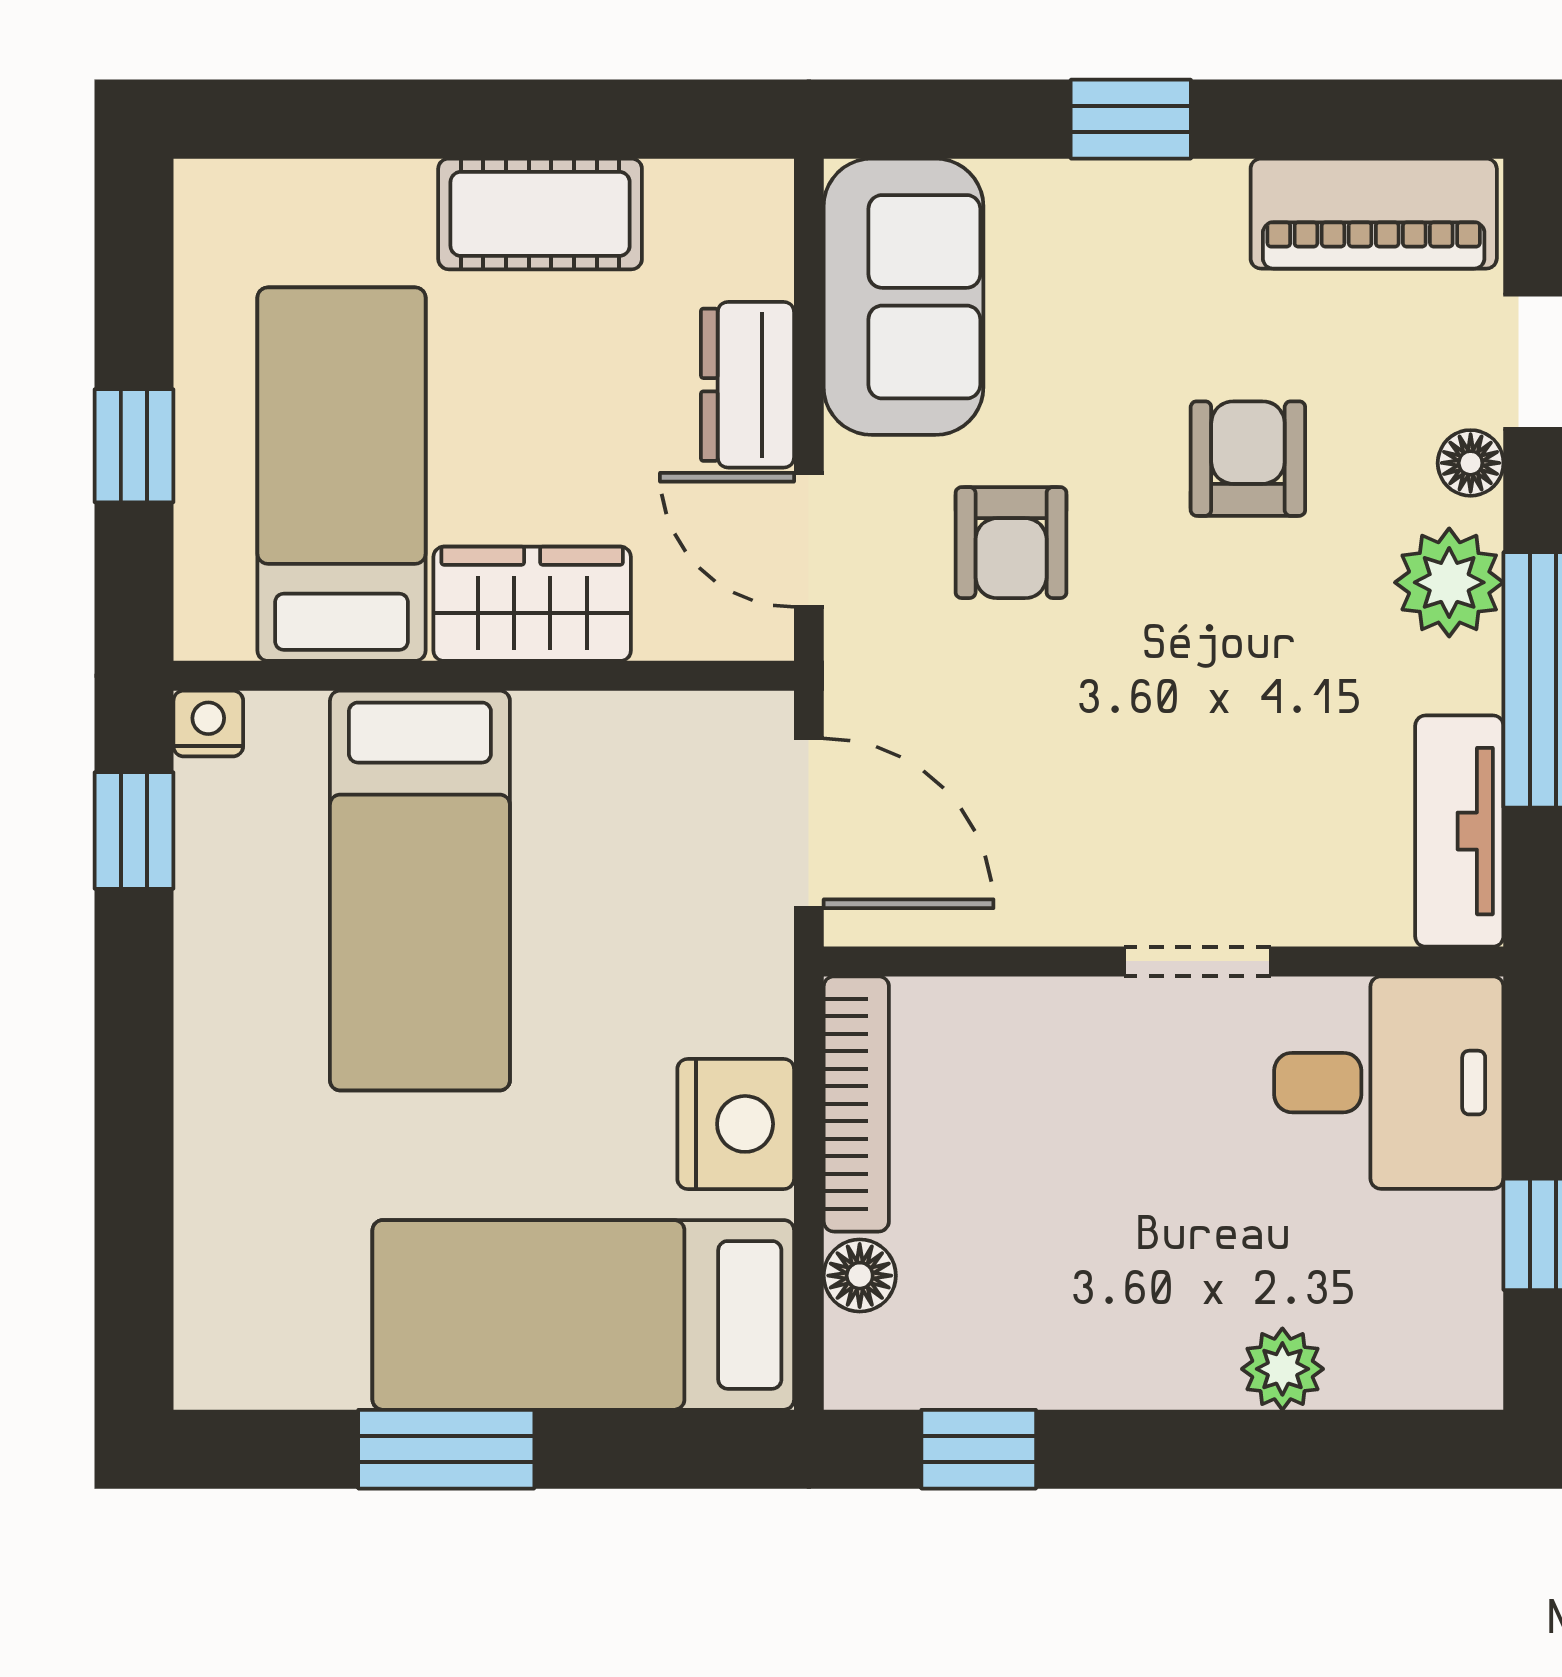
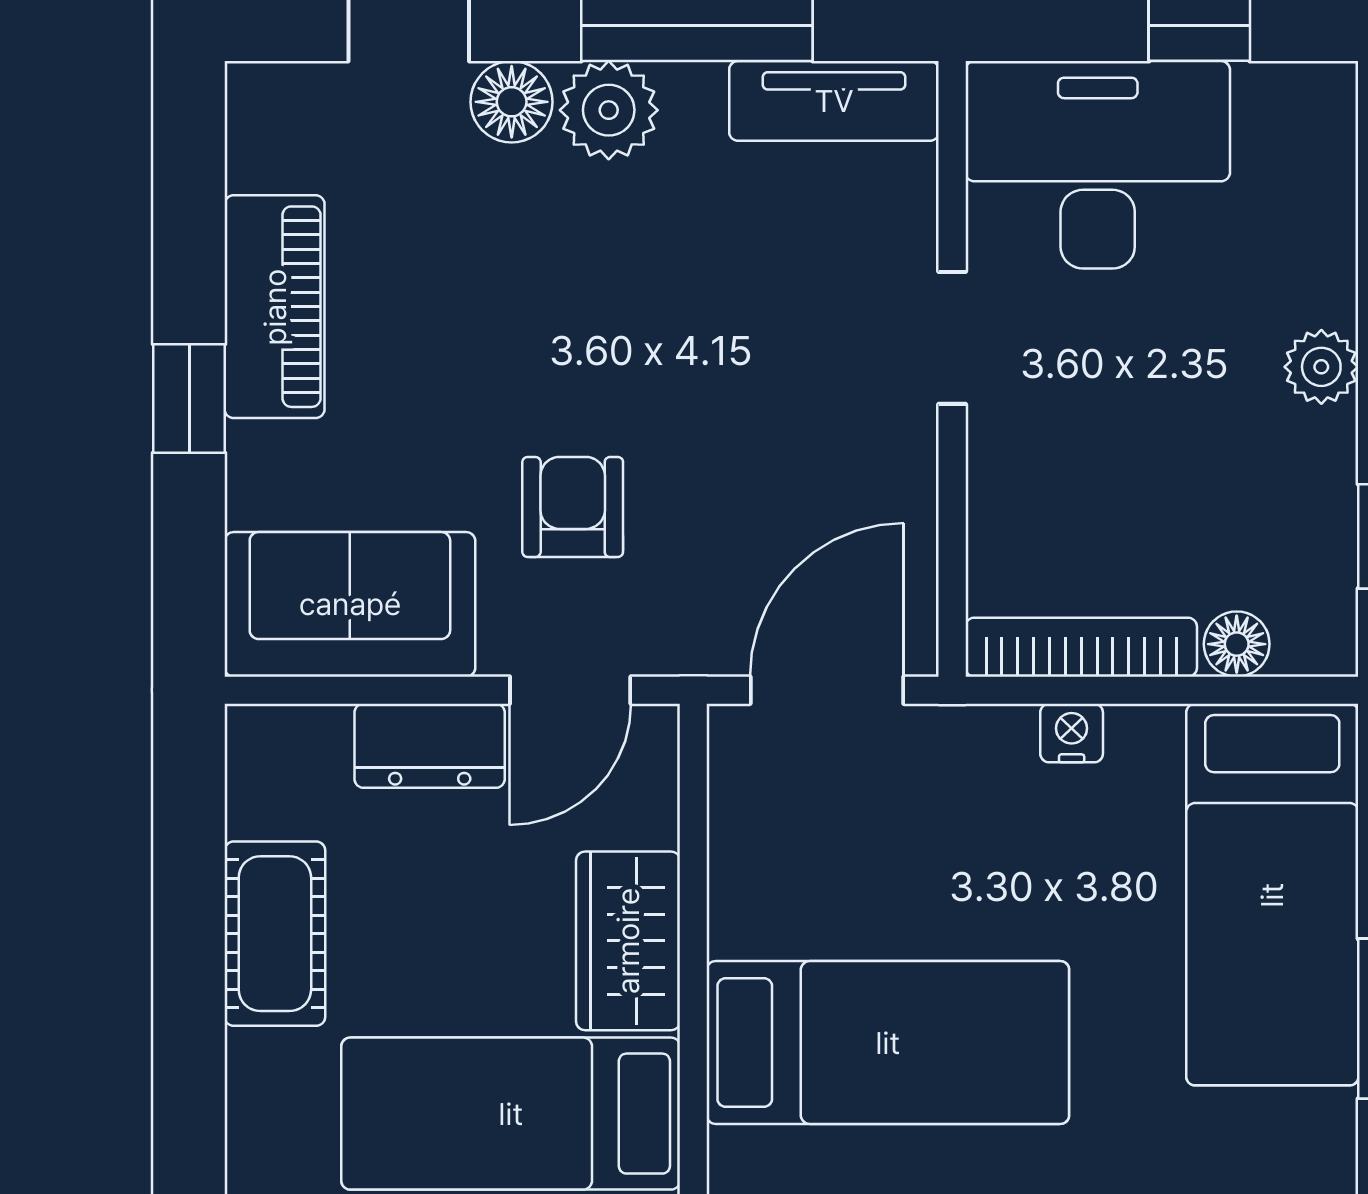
piano: (1374, 214) -> (275, 307), moved
armchair: (1248, 459) -> (497, 292), removed
floor lamp: (1471, 463) -> (512, 102), width x1.37, depth x1.37
armchair: (1011, 543) -> (573, 507), turned -90
desk: (1389, 1083) -> (1098, 165), width x1.37
nightstand: (736, 1124) -> (1072, 733), width x0.53, depth x0.56
plant: (1282, 1369) -> (1321, 367), moved

